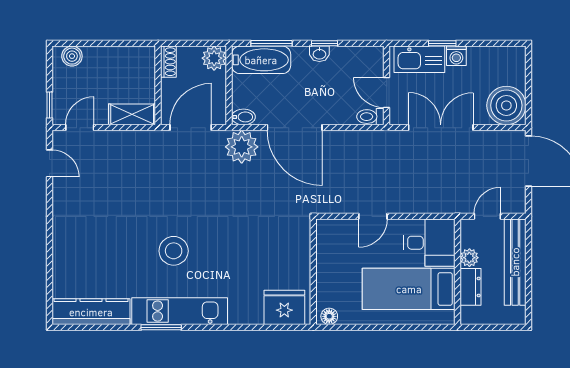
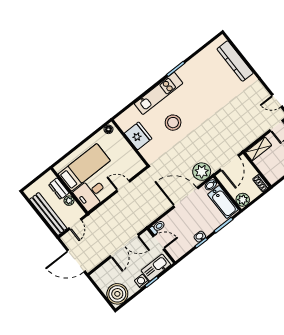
bathtub: (261, 60) -> (223, 202), moved, turned -90
boiler: (506, 105) -> (117, 294), moved
door: (373, 216) -> (123, 186), hinge flipped
stool: (174, 251) -> (173, 123), moved
fridge: (284, 307) -> (138, 136), moved, turned -90
kitchen unit: (180, 311) -> (158, 93), moved
kitchen counter: (91, 312) -> (235, 61), moved, turned 90

